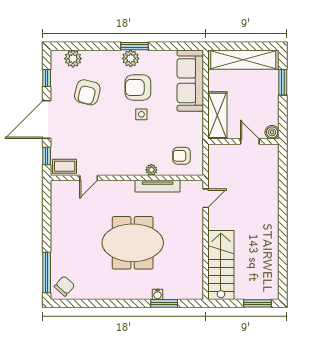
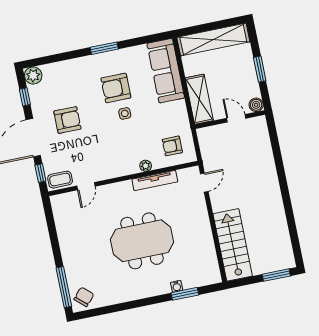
plant: (131, 58) -> (103, 61), removed
plant: (73, 59) -> (33, 76), moved
window: (283, 82) -> (260, 69), moved
armchair: (87, 92) -> (67, 120), moved, turned -104

